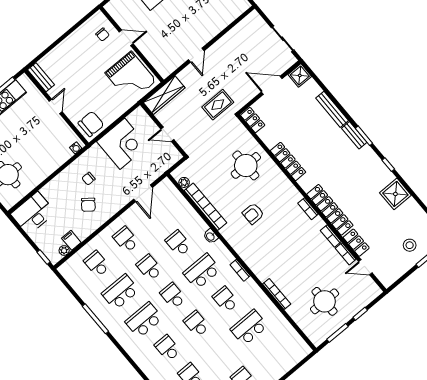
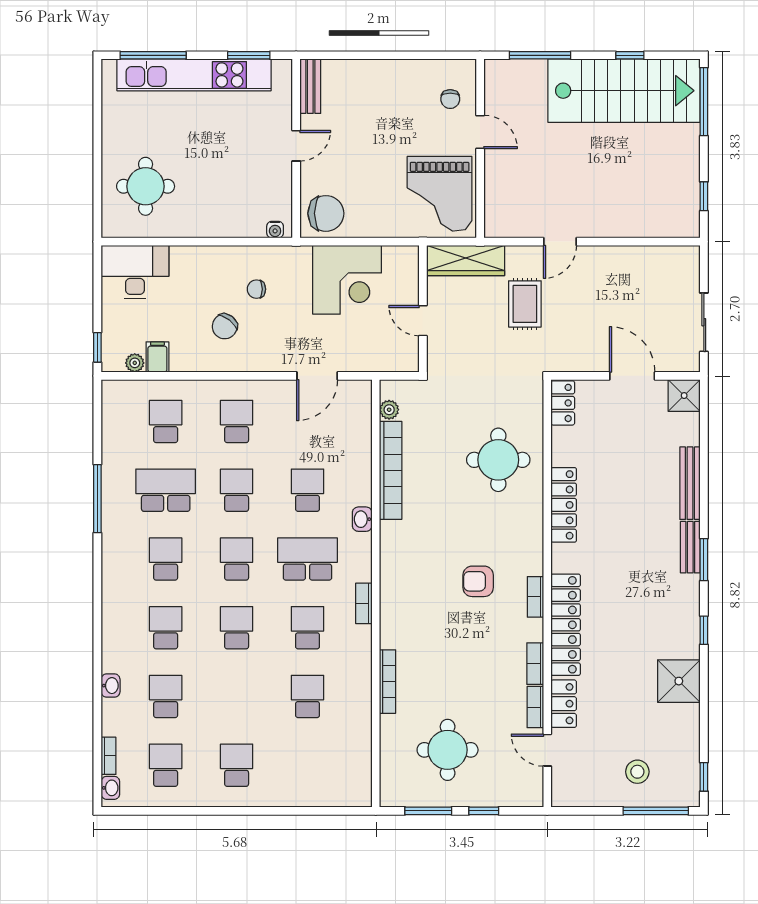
rug: (218, 105) -> (525, 304), moved, turned 90
armchair: (253, 214) -> (478, 581), moved
school desk: (144, 320) -> (166, 559), width x0.54
school desk: (249, 328) -> (308, 696), width x0.54

